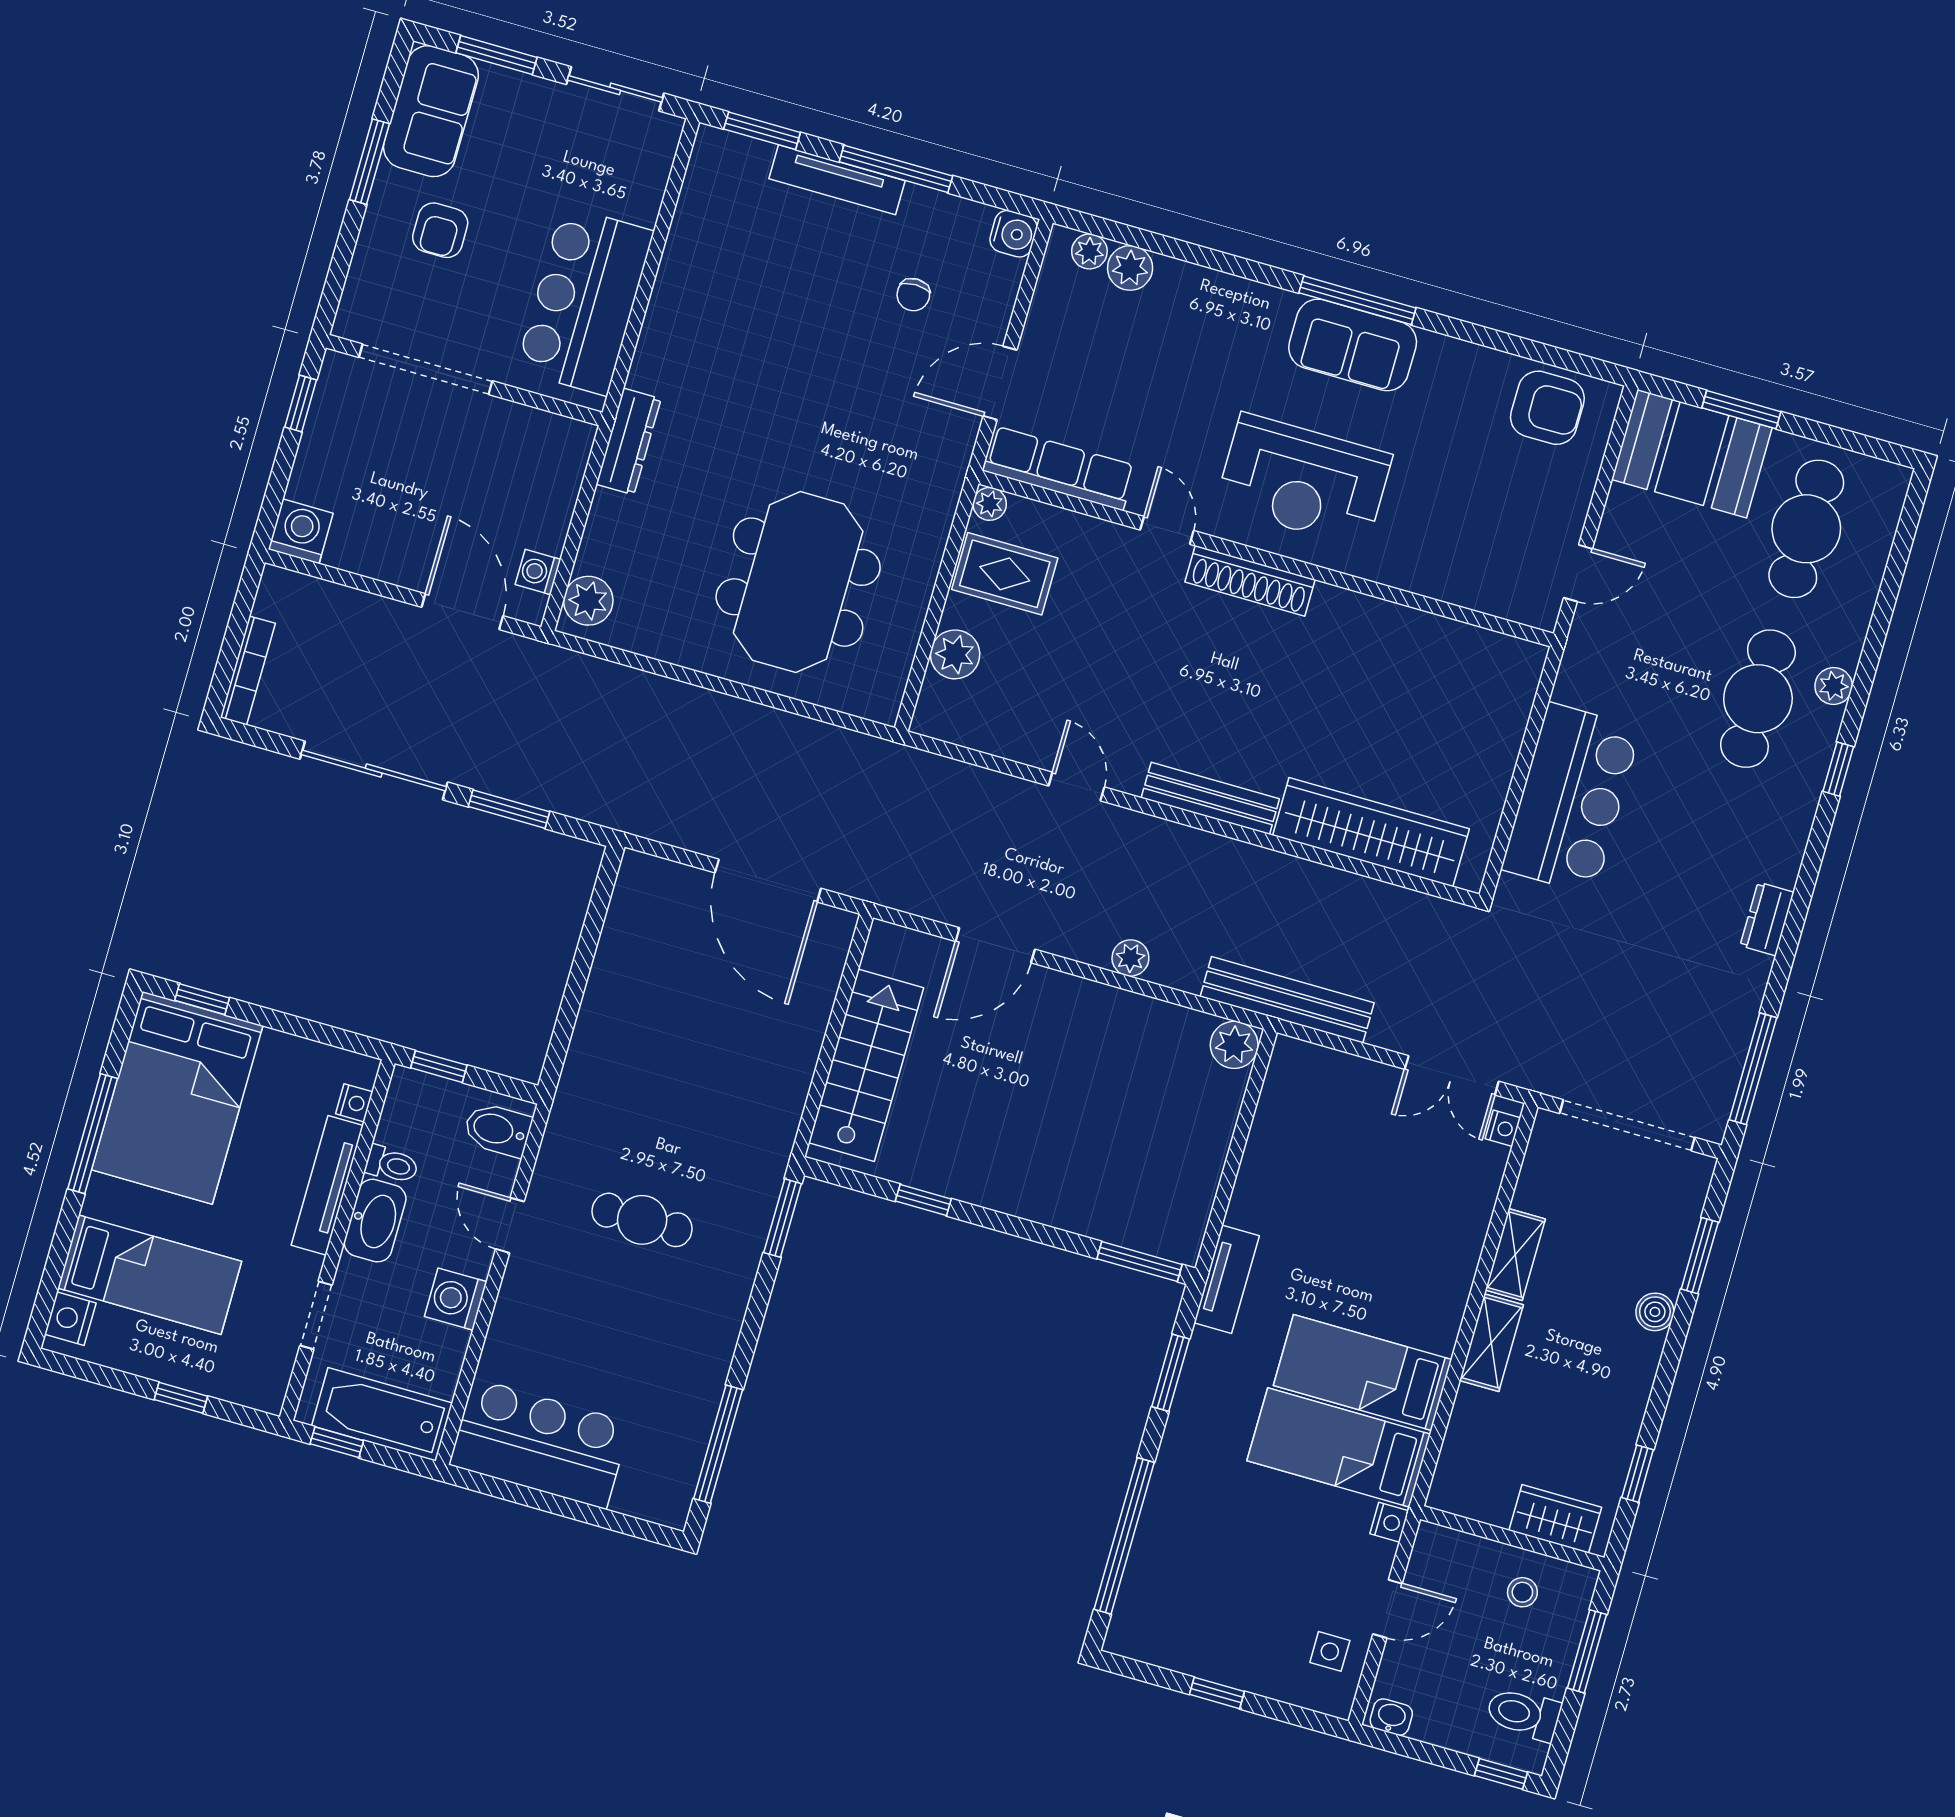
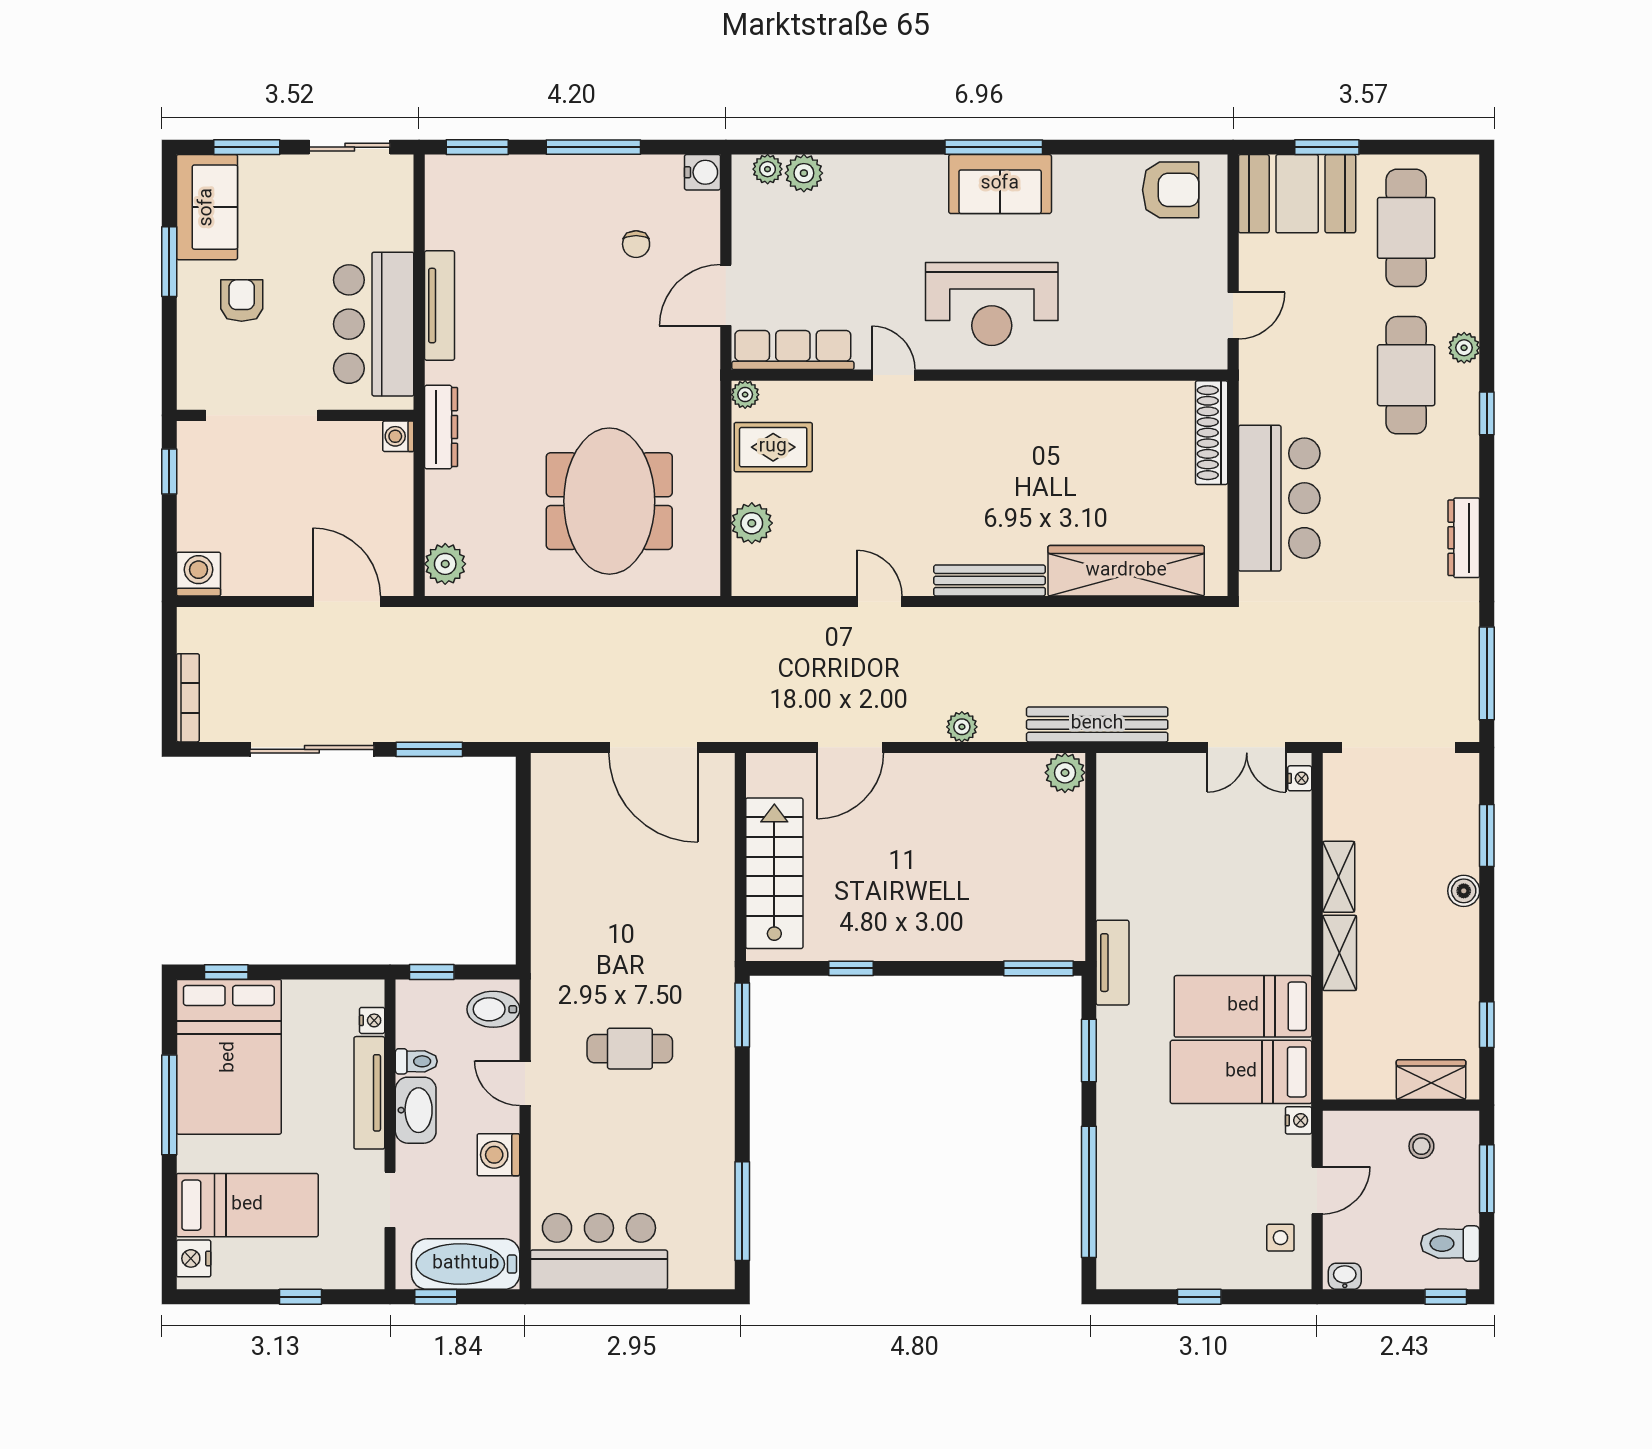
tv unit: (837, 180) -> (440, 306), moved, turned -90
armchair: (440, 230) -> (242, 301), turned 180
washing machine: (538, 572) -> (398, 436), moved
shoe rack: (1250, 581) -> (1212, 433), moved, turned 90
dresser: (1767, 919) -> (1464, 538), width x1.44

